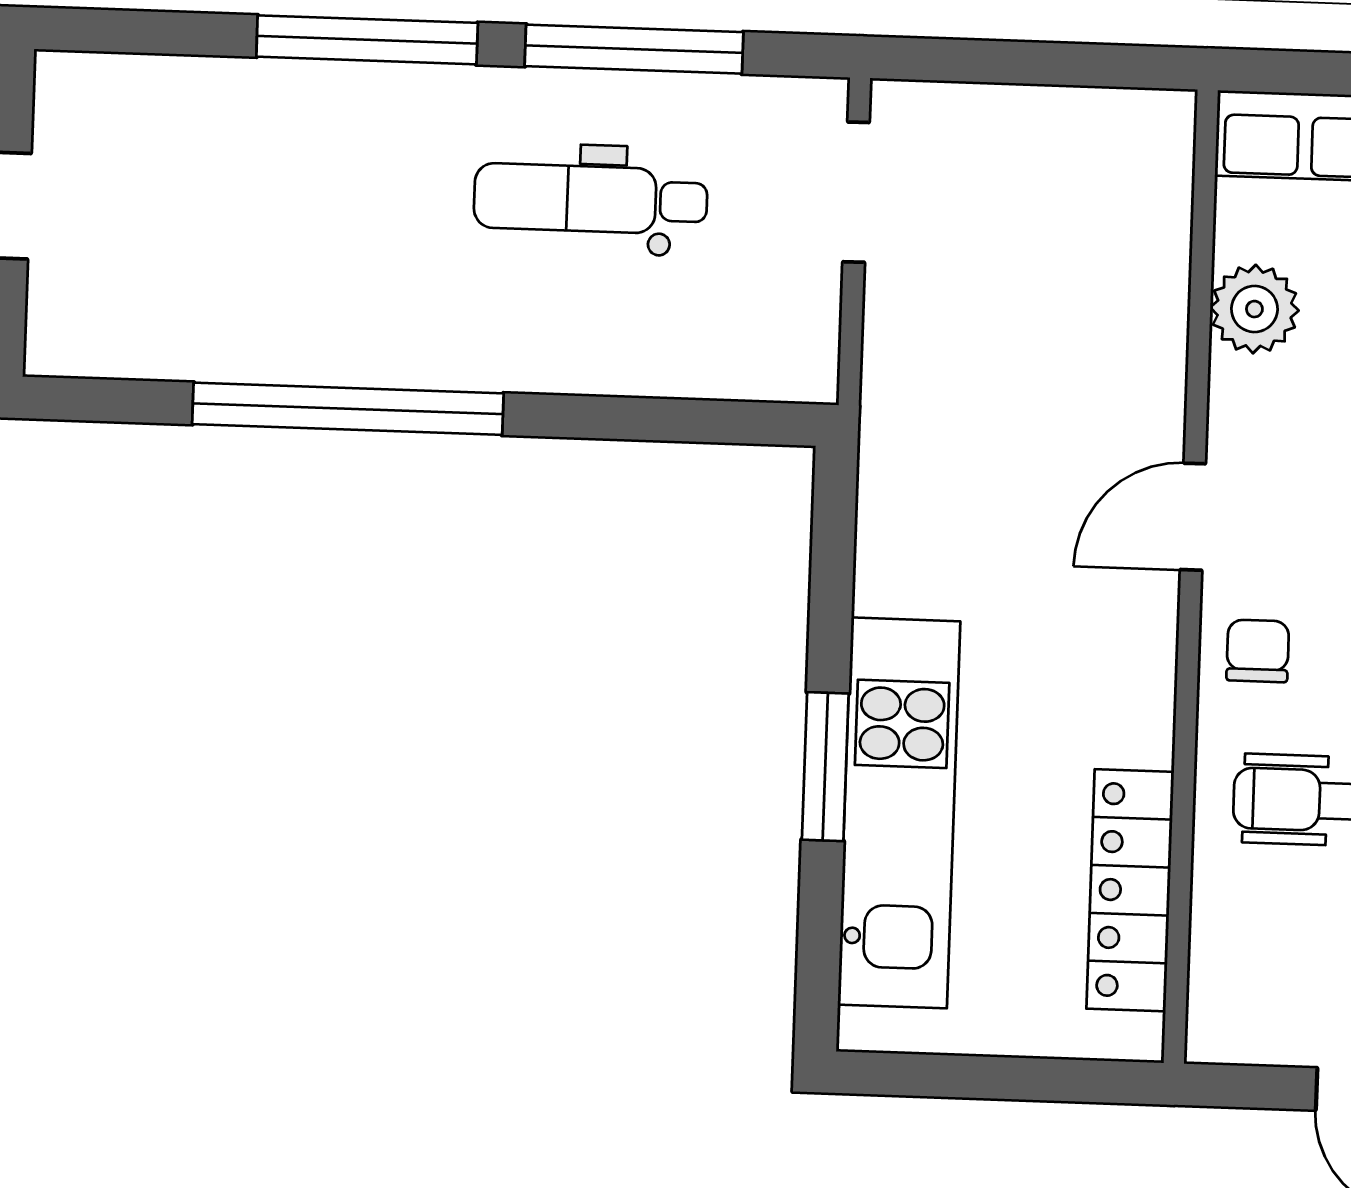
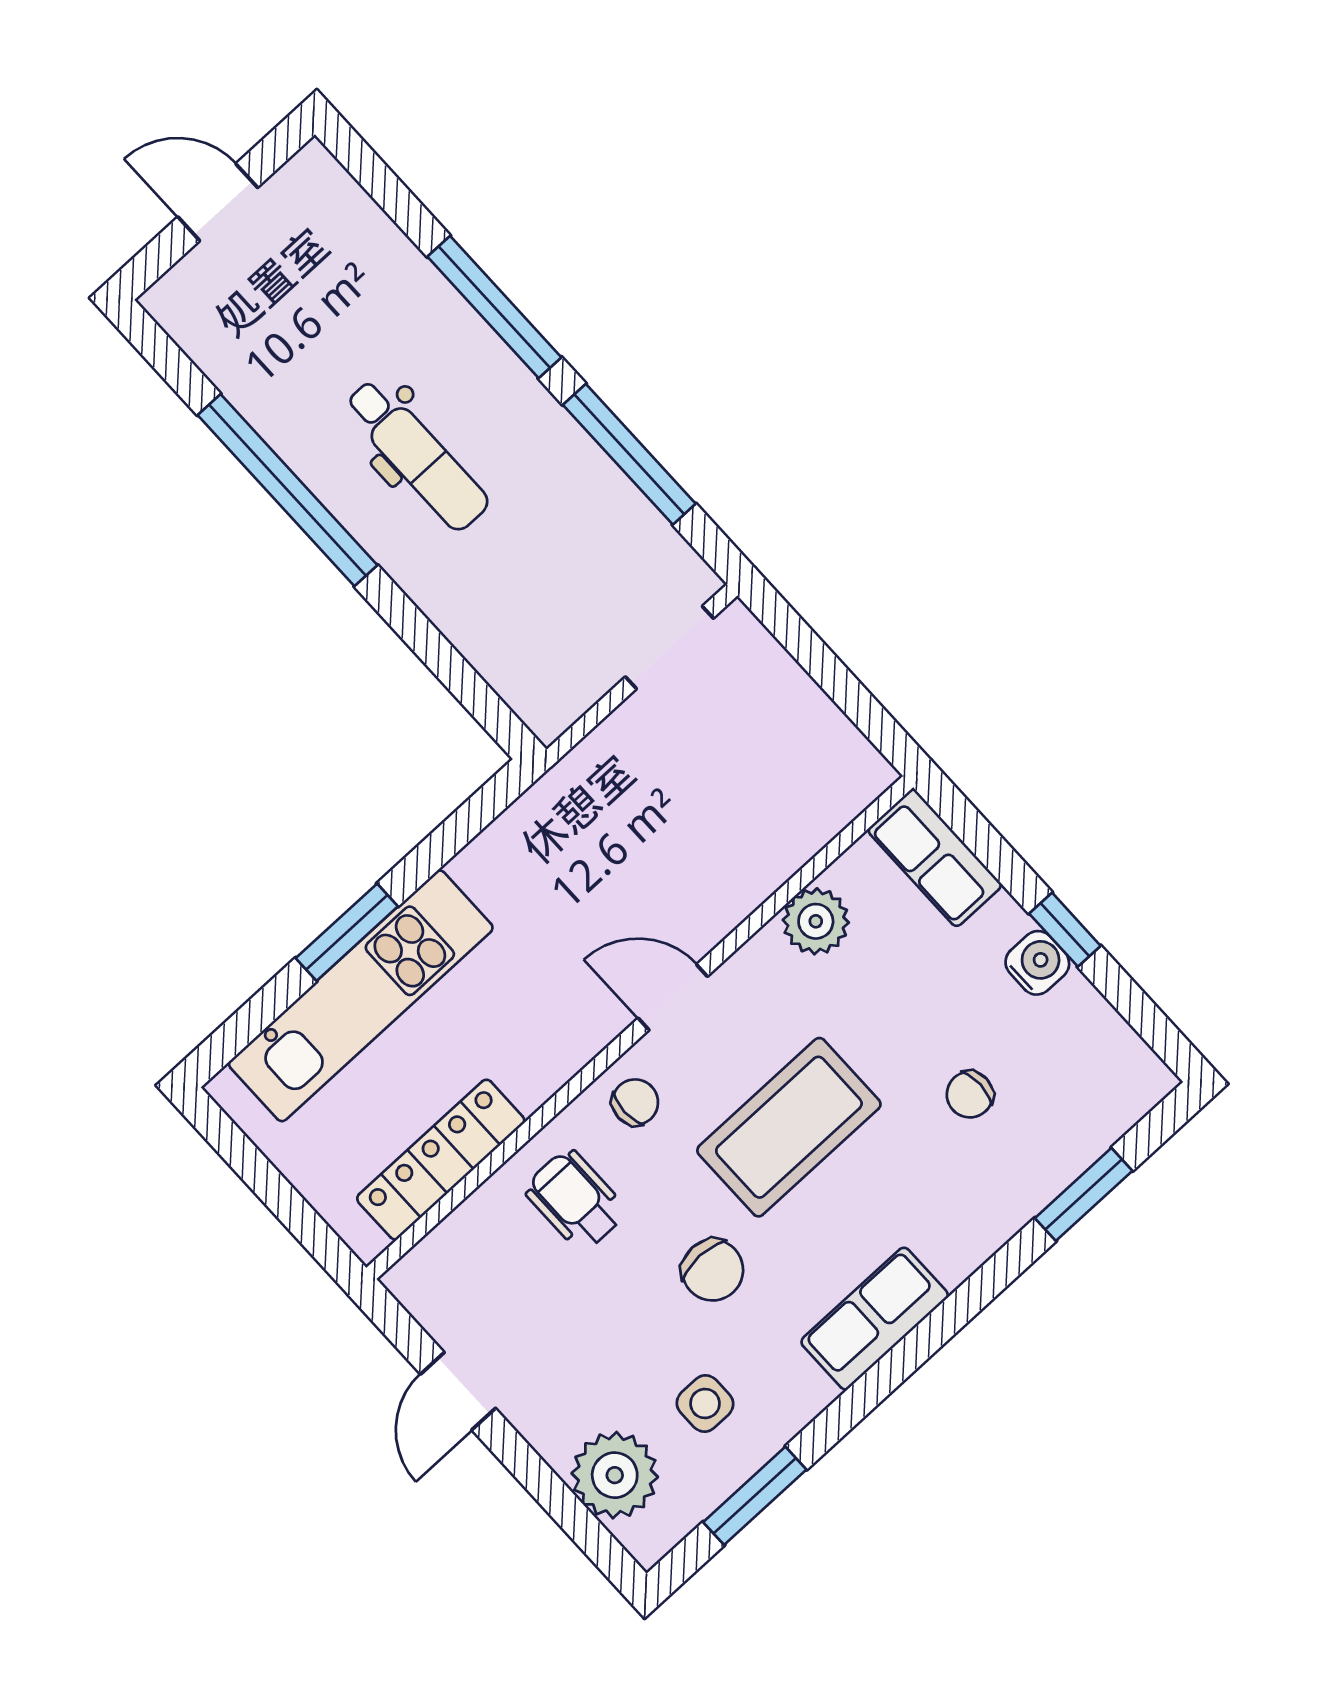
dental chair: (591, 199) -> (417, 455), moved, turned 180

